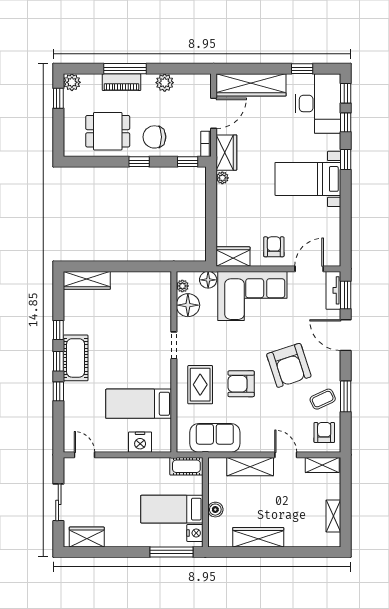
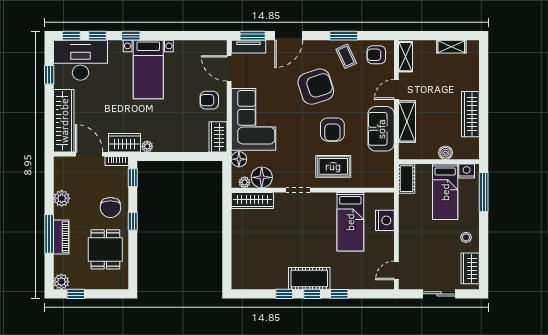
wardrobe: (87, 280) -> (252, 200), moved, turned 90
sofa: (215, 438) -> (381, 129), moved
stool: (121, 532) -> (466, 237), added

